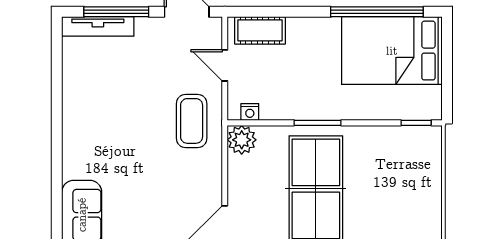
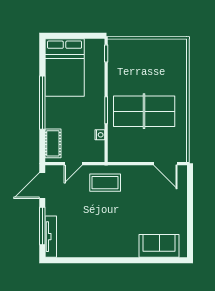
window: (377, 12) -> (42, 103), moved
nightstand: (250, 112) -> (100, 135), moved
plant: (242, 140) -> (116, 154), removed

